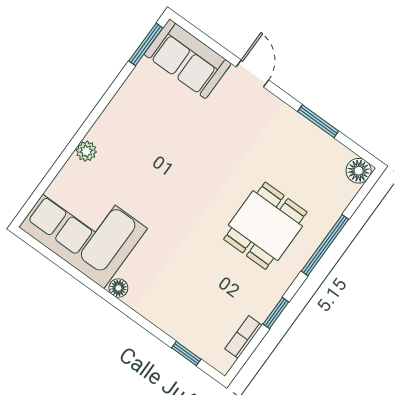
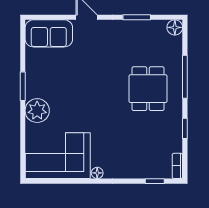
window: (146, 44) -> (23, 86), moved
plant: (86, 151) -> (37, 111), width x1.88, depth x1.88
bookcase: (243, 337) -> (177, 166), moved

